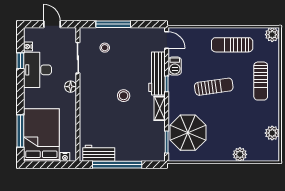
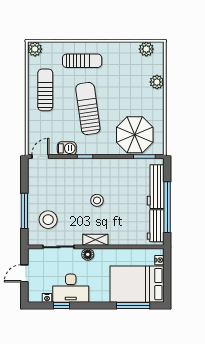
sun lounger: (232, 45) -> (45, 90), turned 180
stool: (105, 48) -> (48, 220), width x1.89, depth x1.89
workbench: (157, 73) -> (156, 187), moved, turned 90
sun lounger: (214, 87) -> (88, 109), width x1.36, depth x1.34
shelving: (160, 108) -> (95, 240), moved
plant: (272, 133) -> (146, 49), moved

